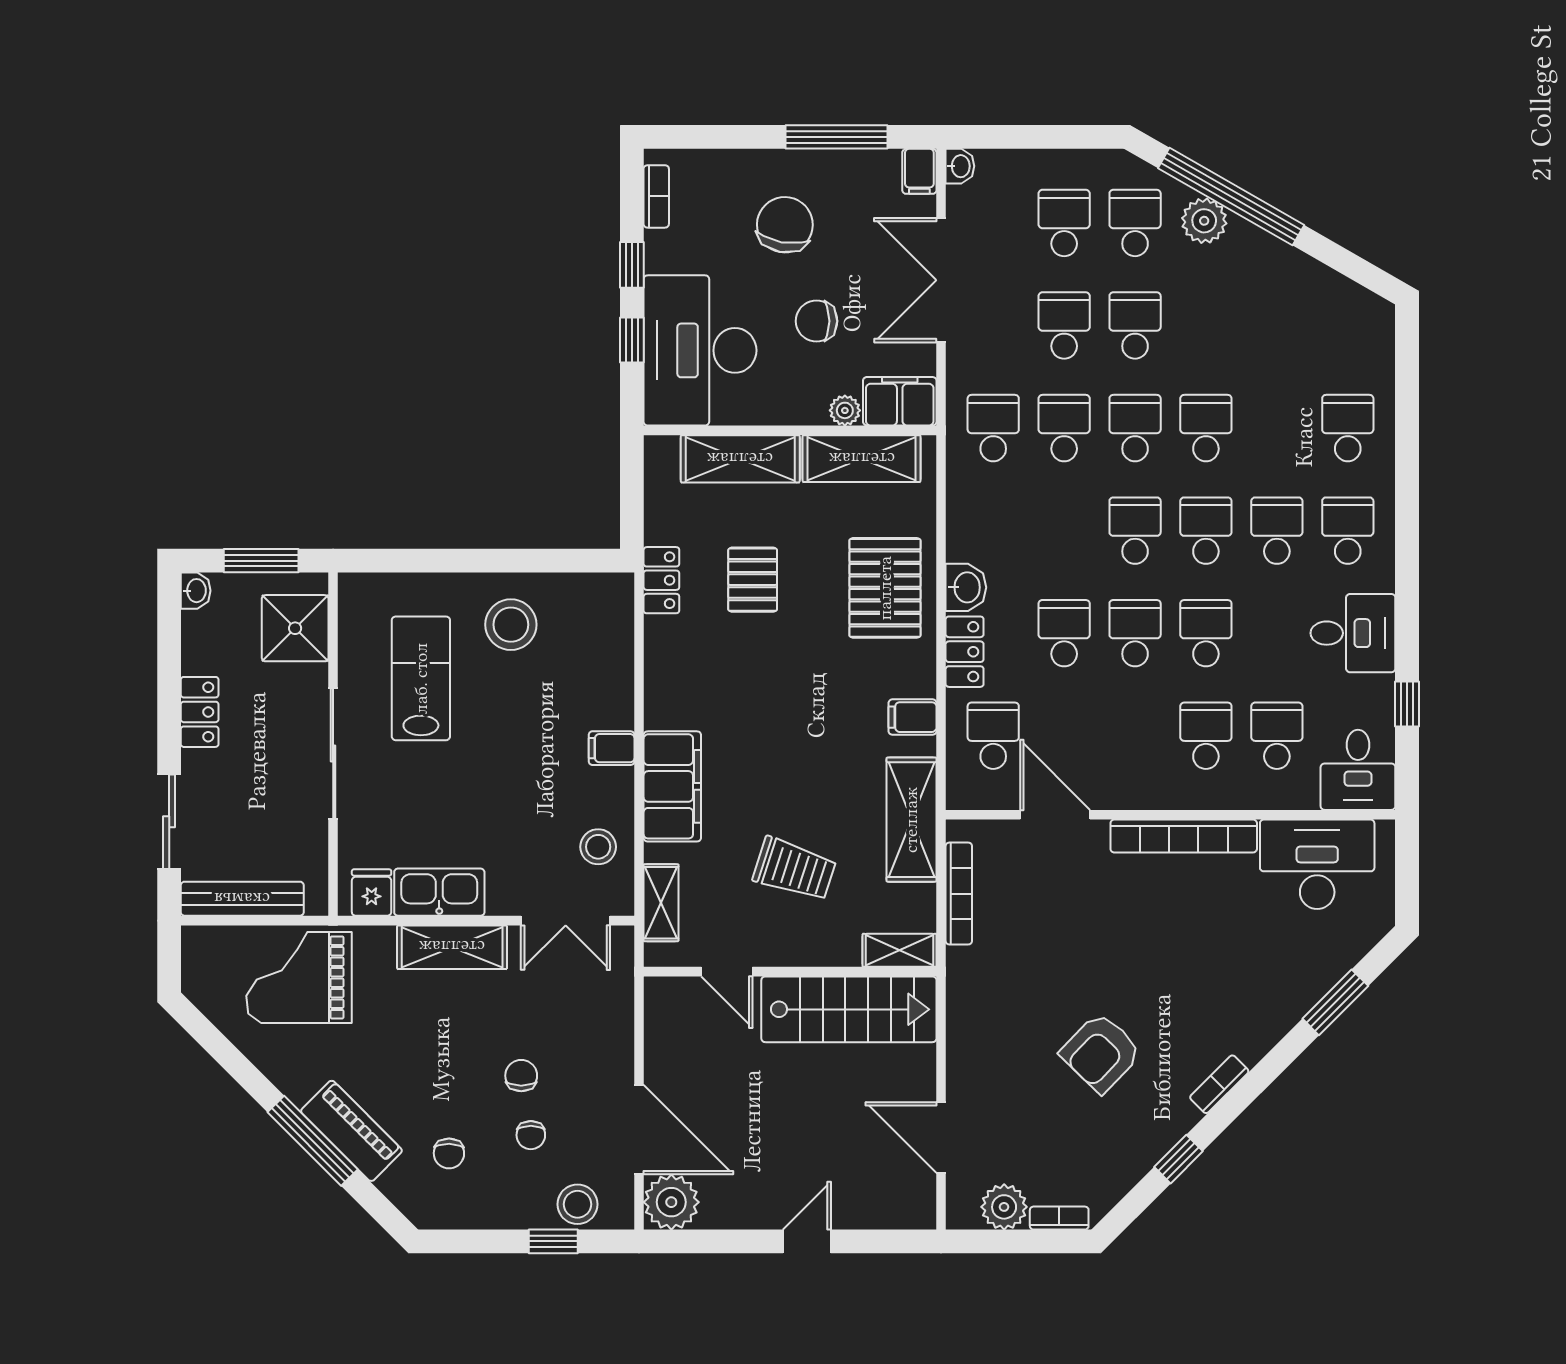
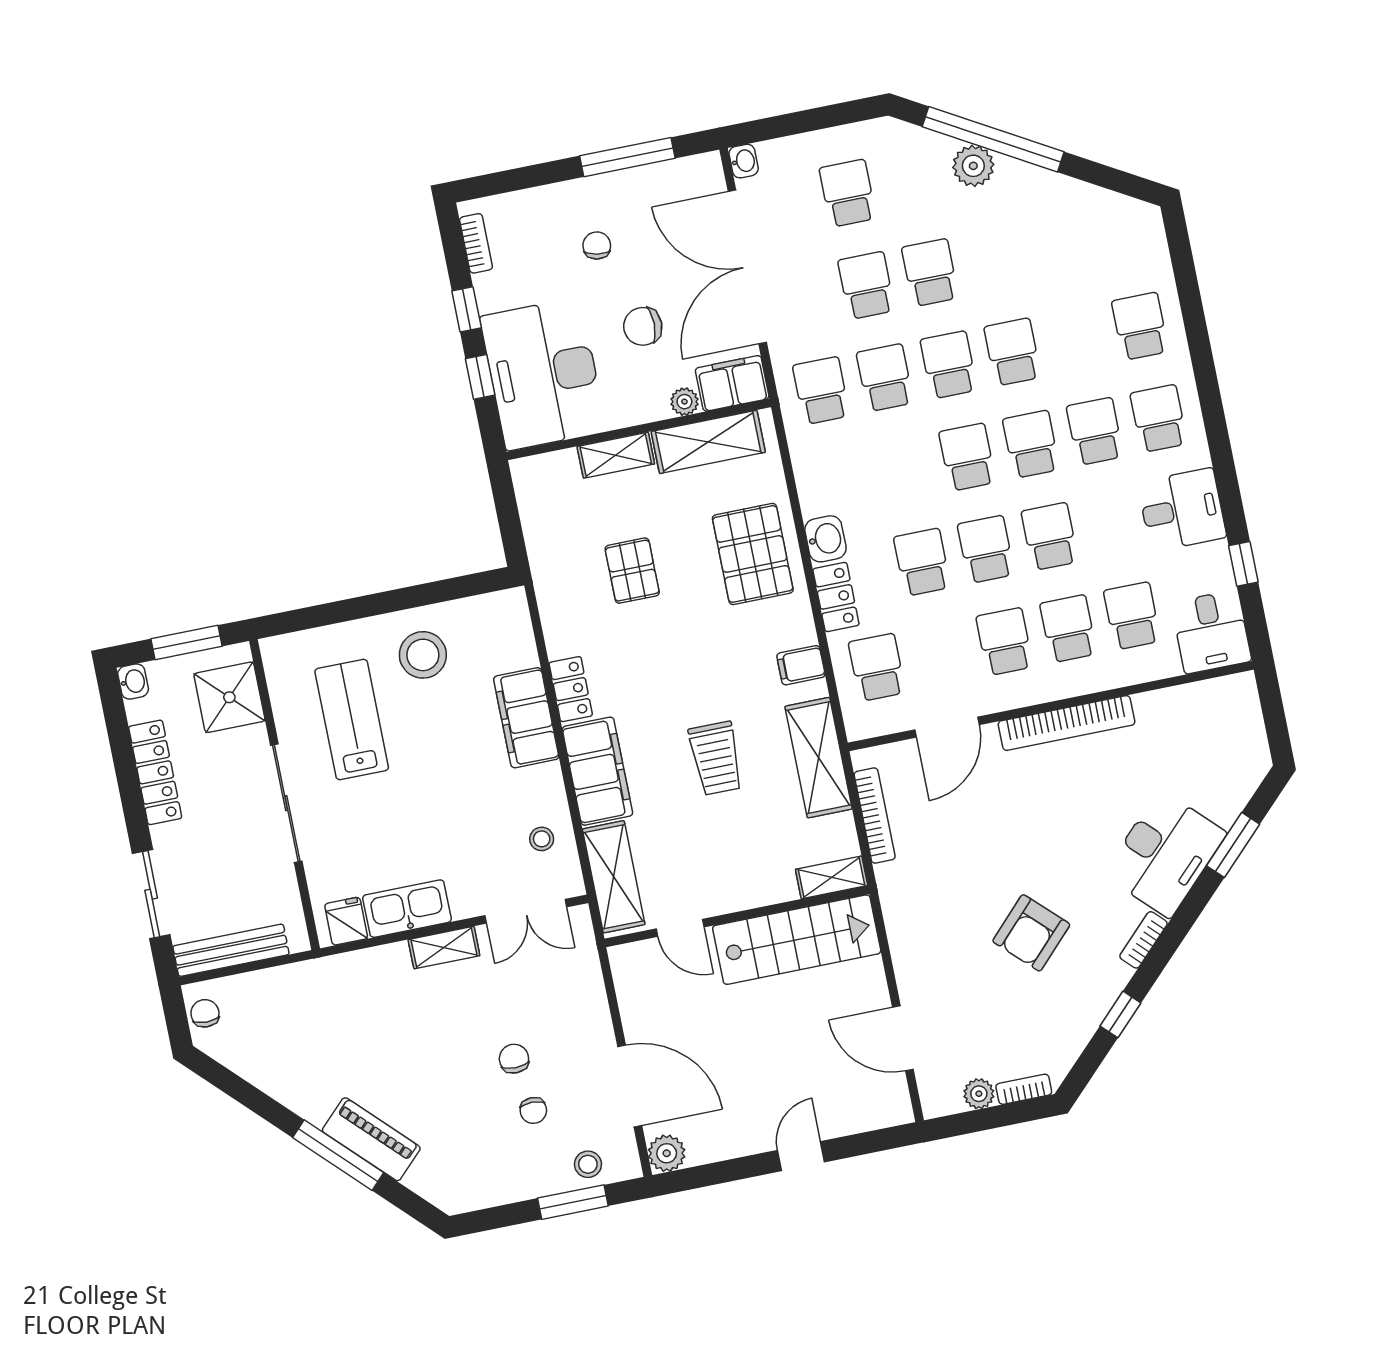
filing cabinet: (919, 171) -> (708, 173), removed
school desk: (1135, 223) -> (1004, 642), moved
chair: (785, 225) -> (597, 246), width x0.54, depth x0.54
double door: (941, 280) -> (747, 267), width x1.36
shelving: (740, 459) -> (616, 455), width x0.67, depth x0.75
locker: (661, 580) -> (571, 689), moved
locker: (200, 712) -> (155, 772), width x1.53
filing cabinet: (612, 748) -> (526, 718), width x3.00, depth x1.17
door: (1055, 815) -> (947, 727), swing flipped
stool: (598, 847) -> (542, 839), width x0.73, depth x0.73
desk: (1317, 864) -> (1165, 854), moved, turned 135
trolley: (794, 869) -> (716, 758), moved, turned 72
shelving: (661, 903) -> (614, 877), width x1.50, depth x1.33
shelving: (452, 947) -> (444, 948), width x0.67, depth x0.75
grand piano: (299, 977) -> (296, 1011), removed
chair: (449, 1153) -> (205, 1013), moved, turned 180
plant: (671, 1202) -> (667, 1153), width x0.73, depth x0.73
stool: (577, 1204) -> (588, 1164), width x0.73, depth x0.73
plant: (1004, 1207) -> (979, 1094), width x0.73, depth x0.73
window: (553, 1241) -> (573, 1202), width x1.50

